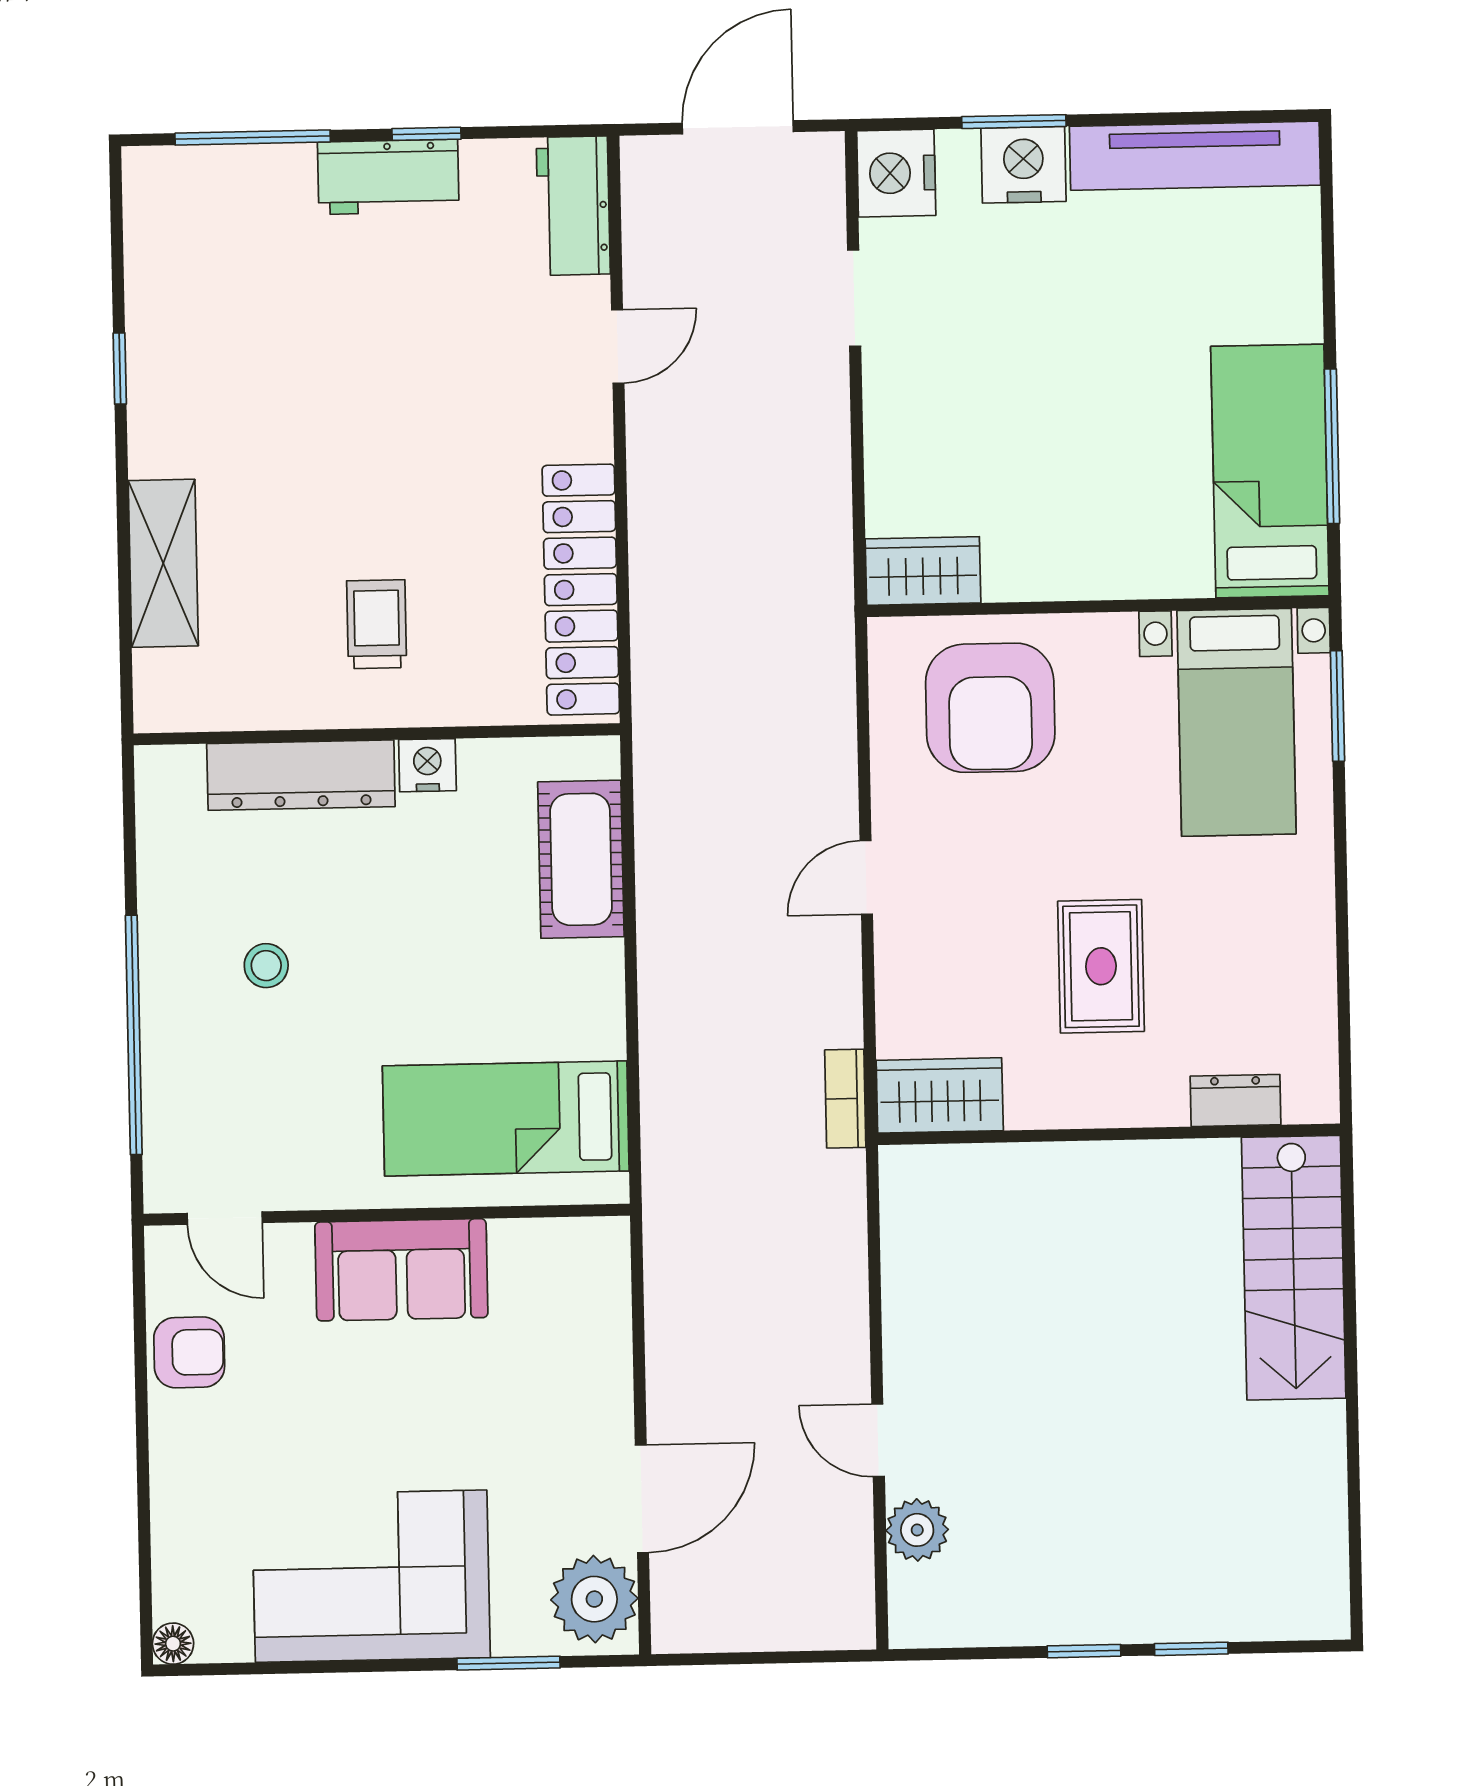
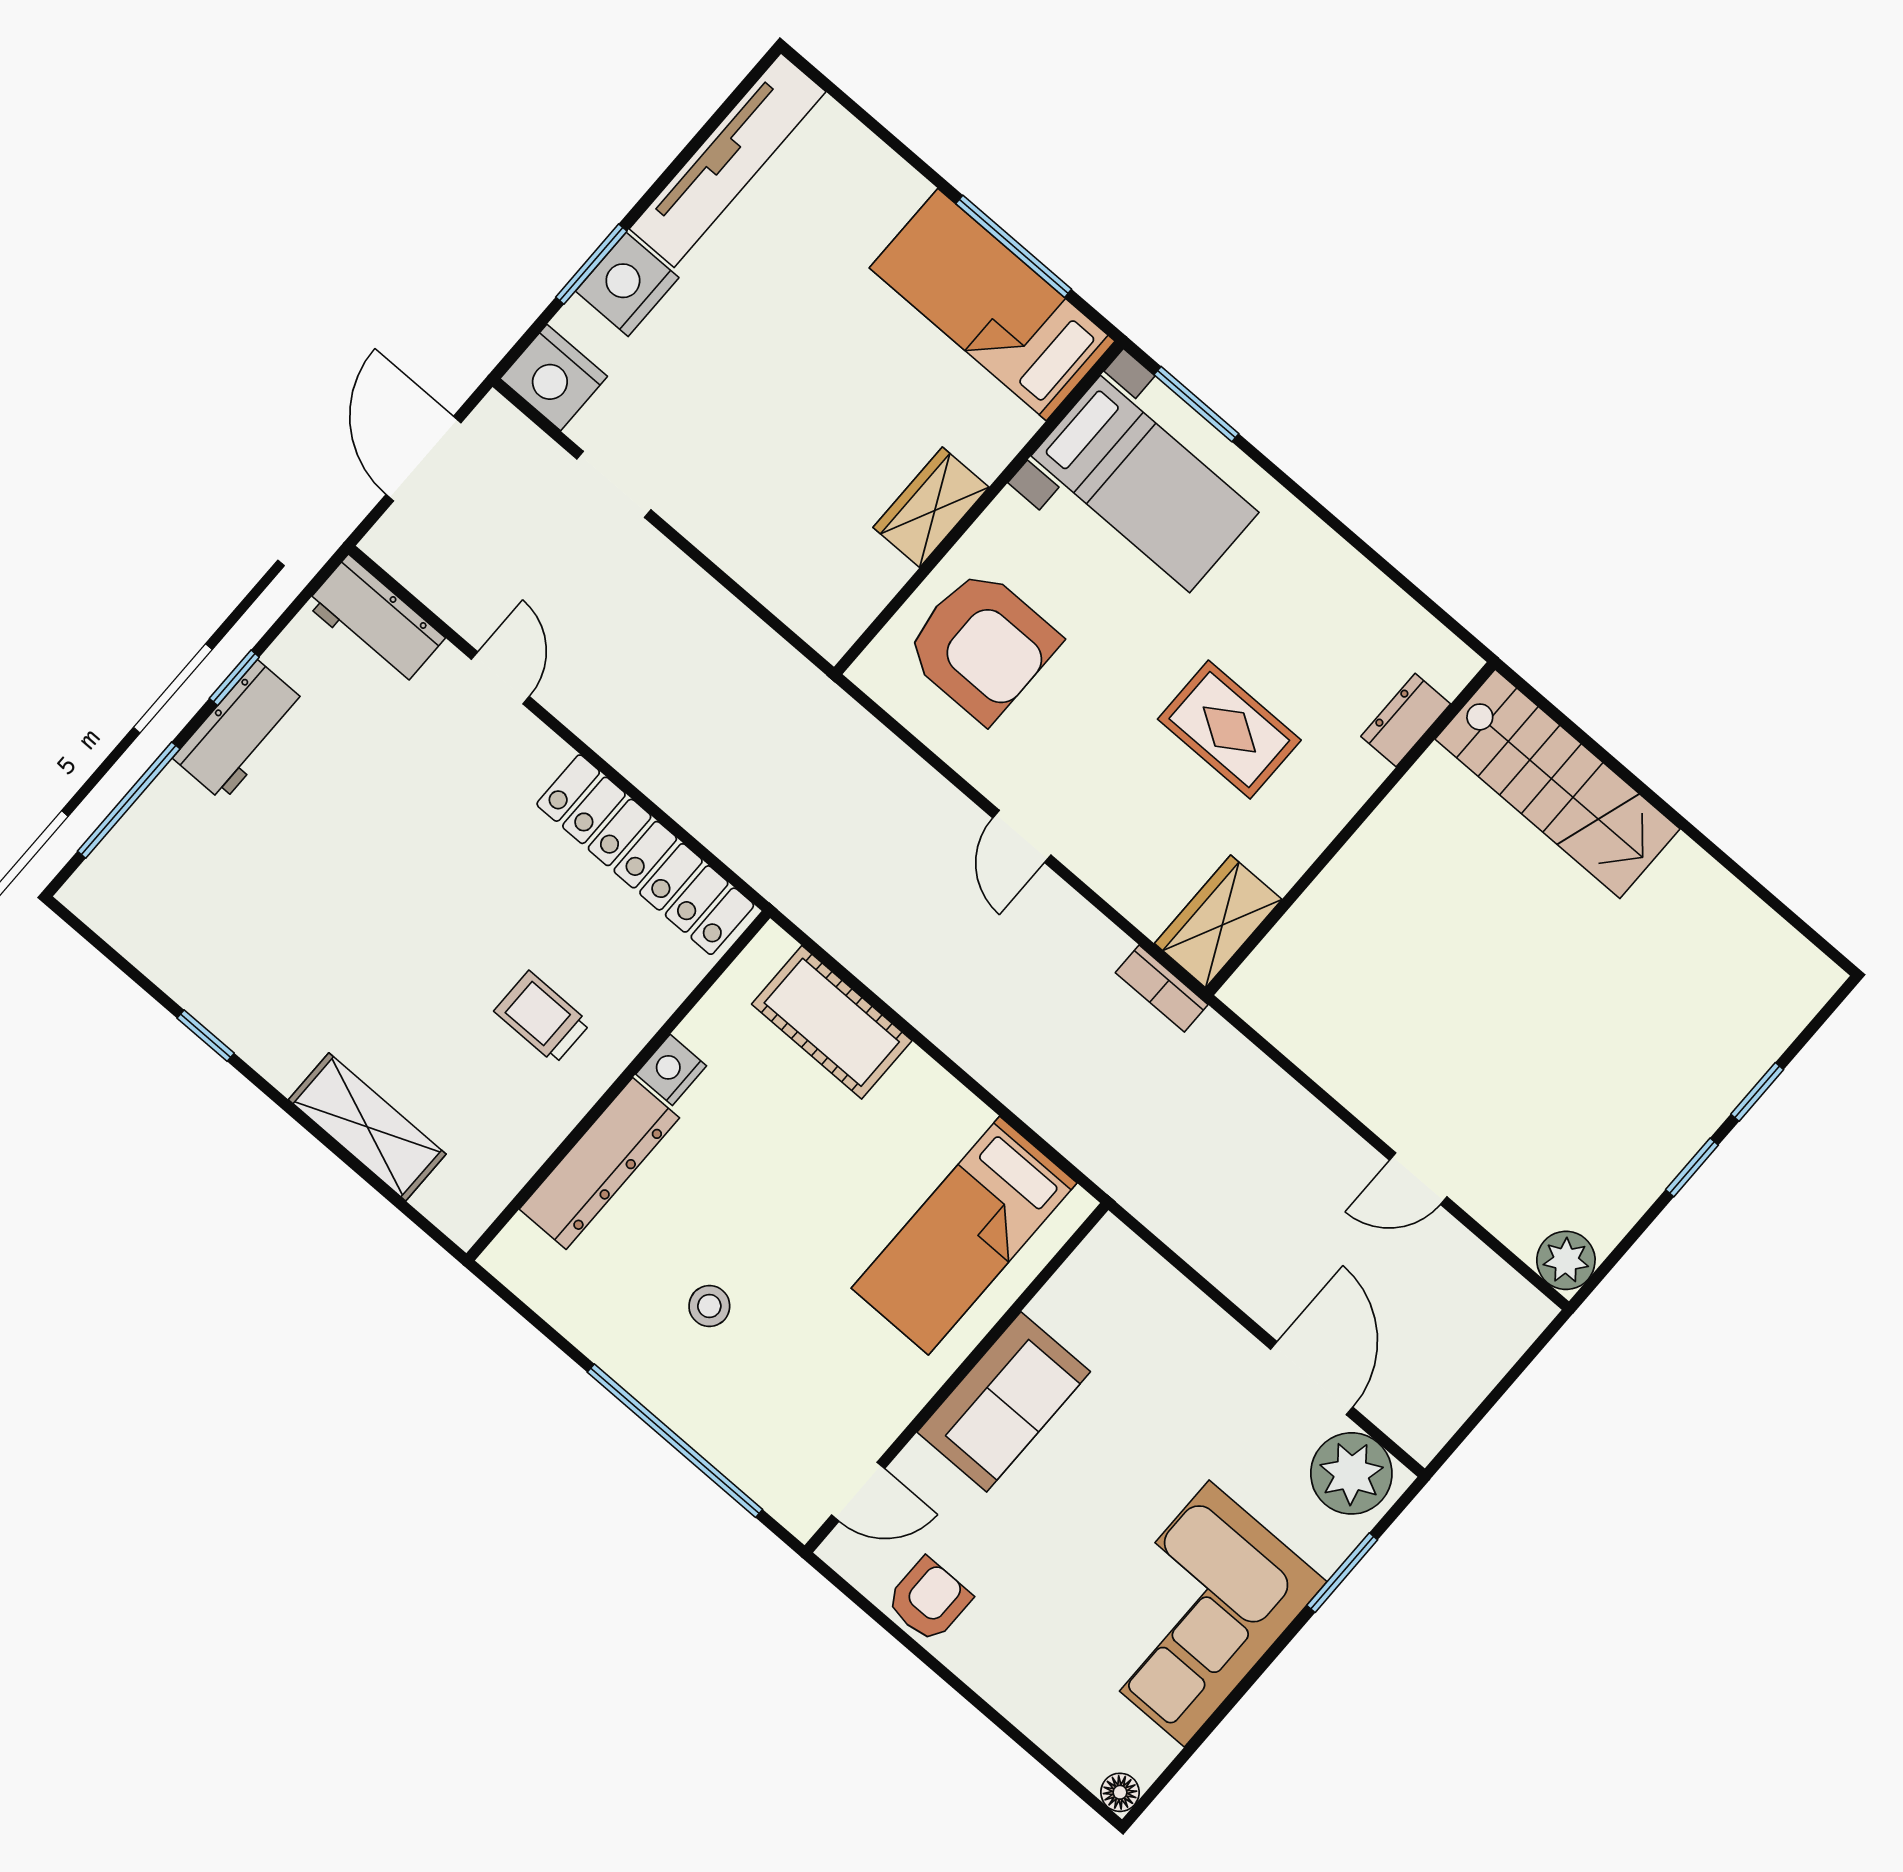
wardrobe: (923, 571) -> (931, 507), moved
plant: (917, 1530) -> (1566, 1260), moved

